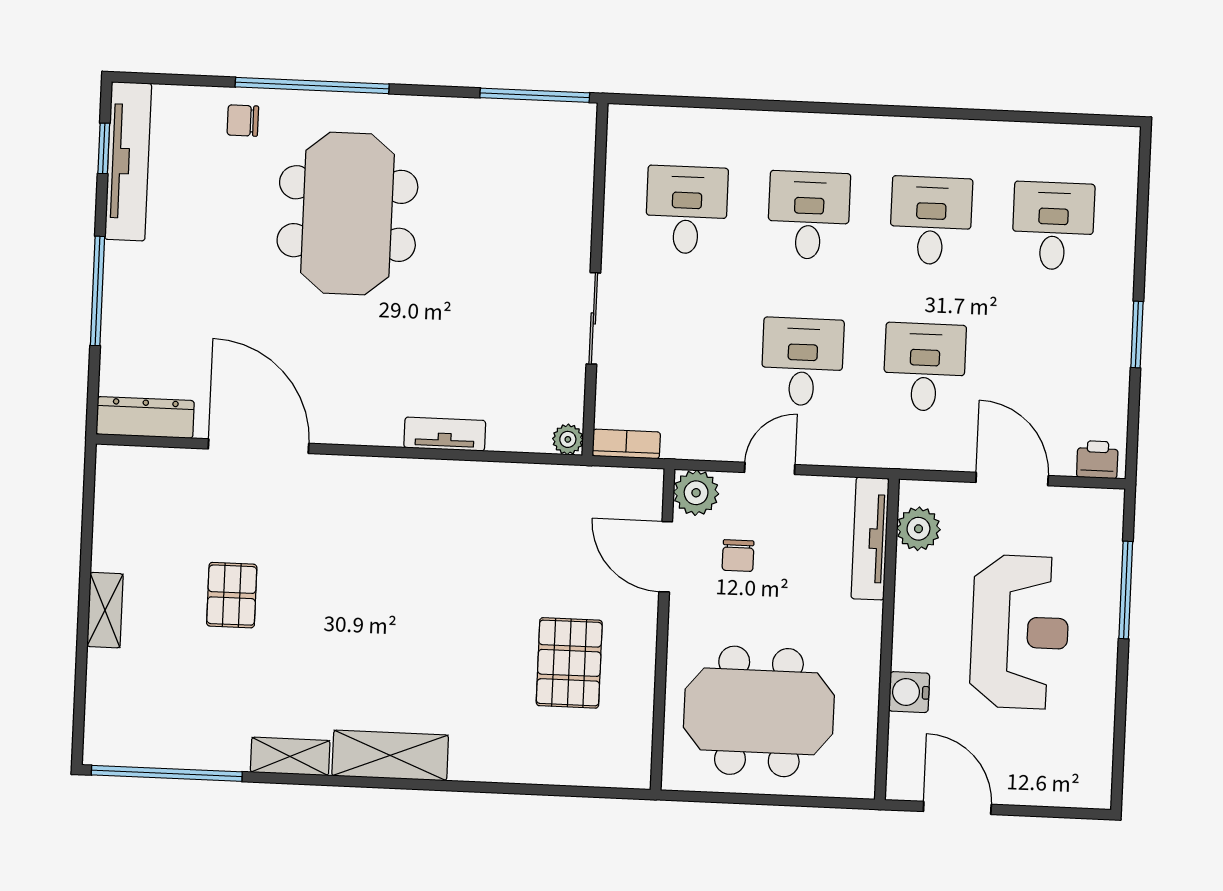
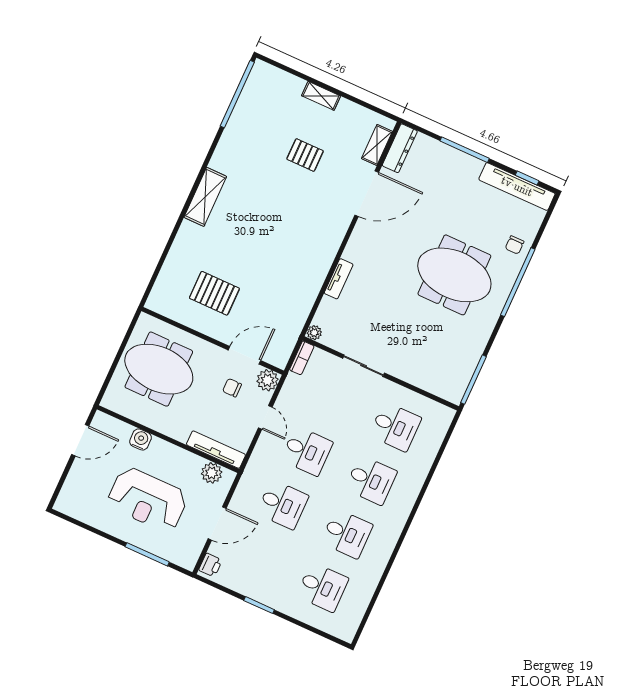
chair: (243, 121) -> (515, 245), turned 180
meeting table: (759, 711) -> (159, 369), turned 90
shelving: (290, 756) -> (377, 145), moved

